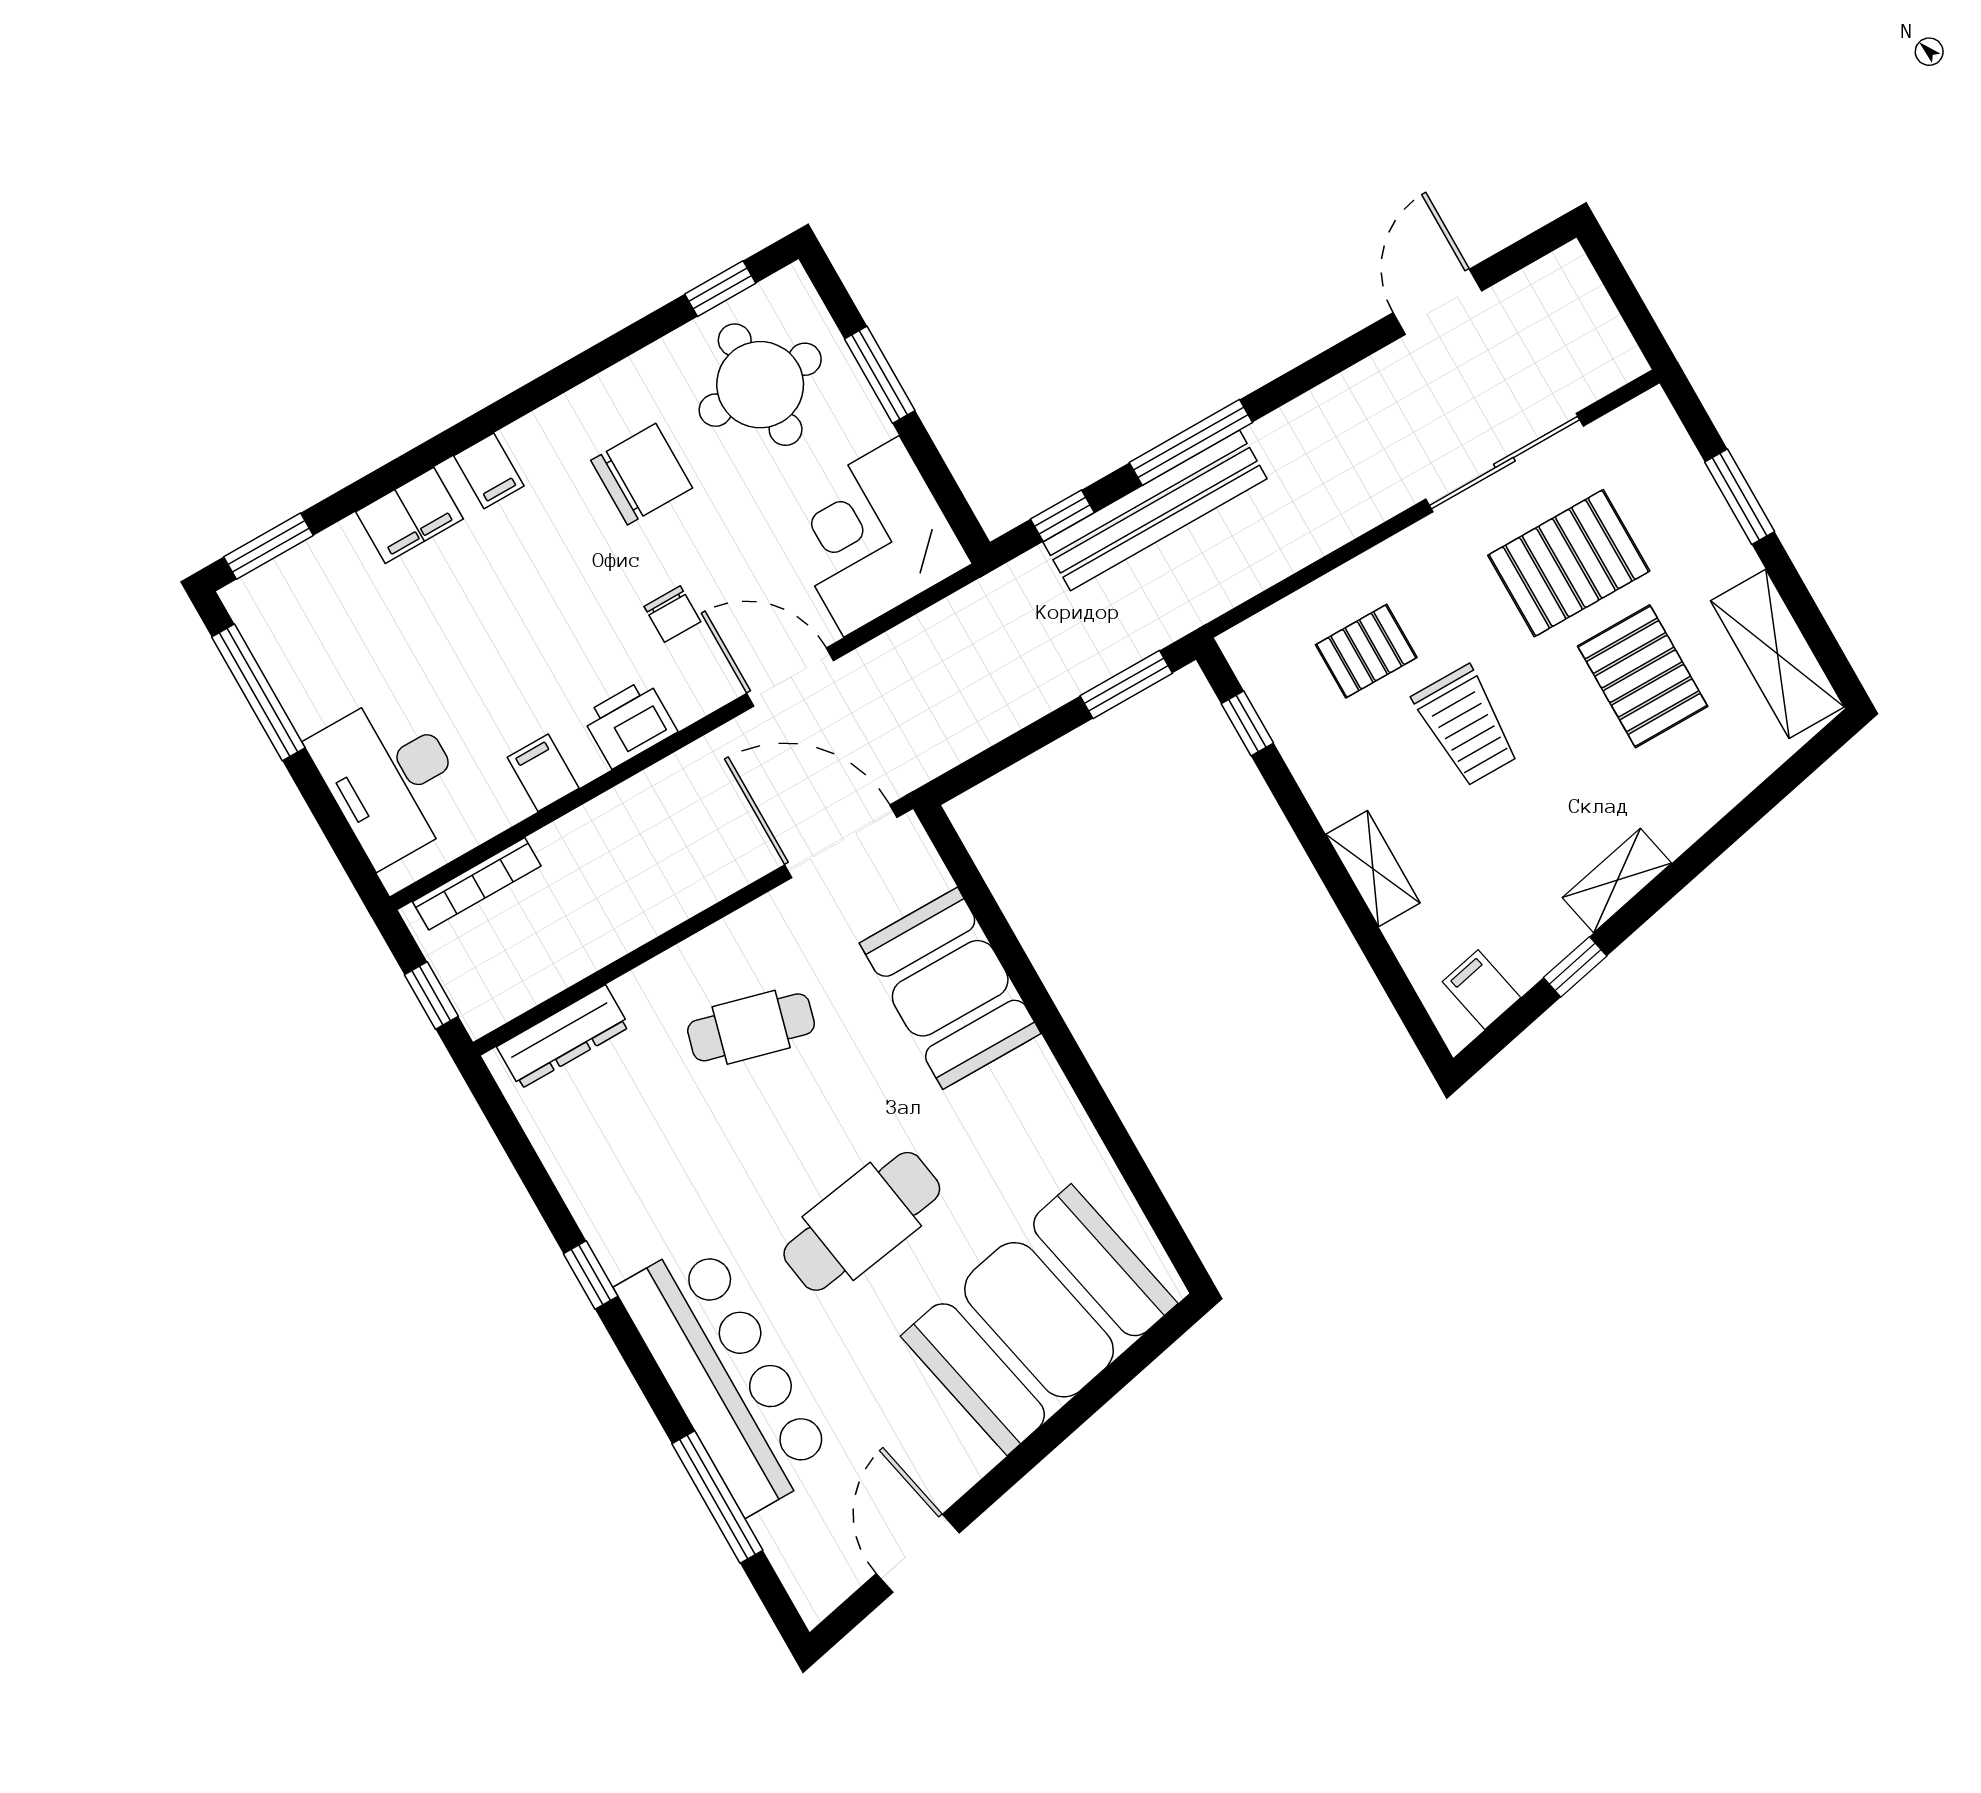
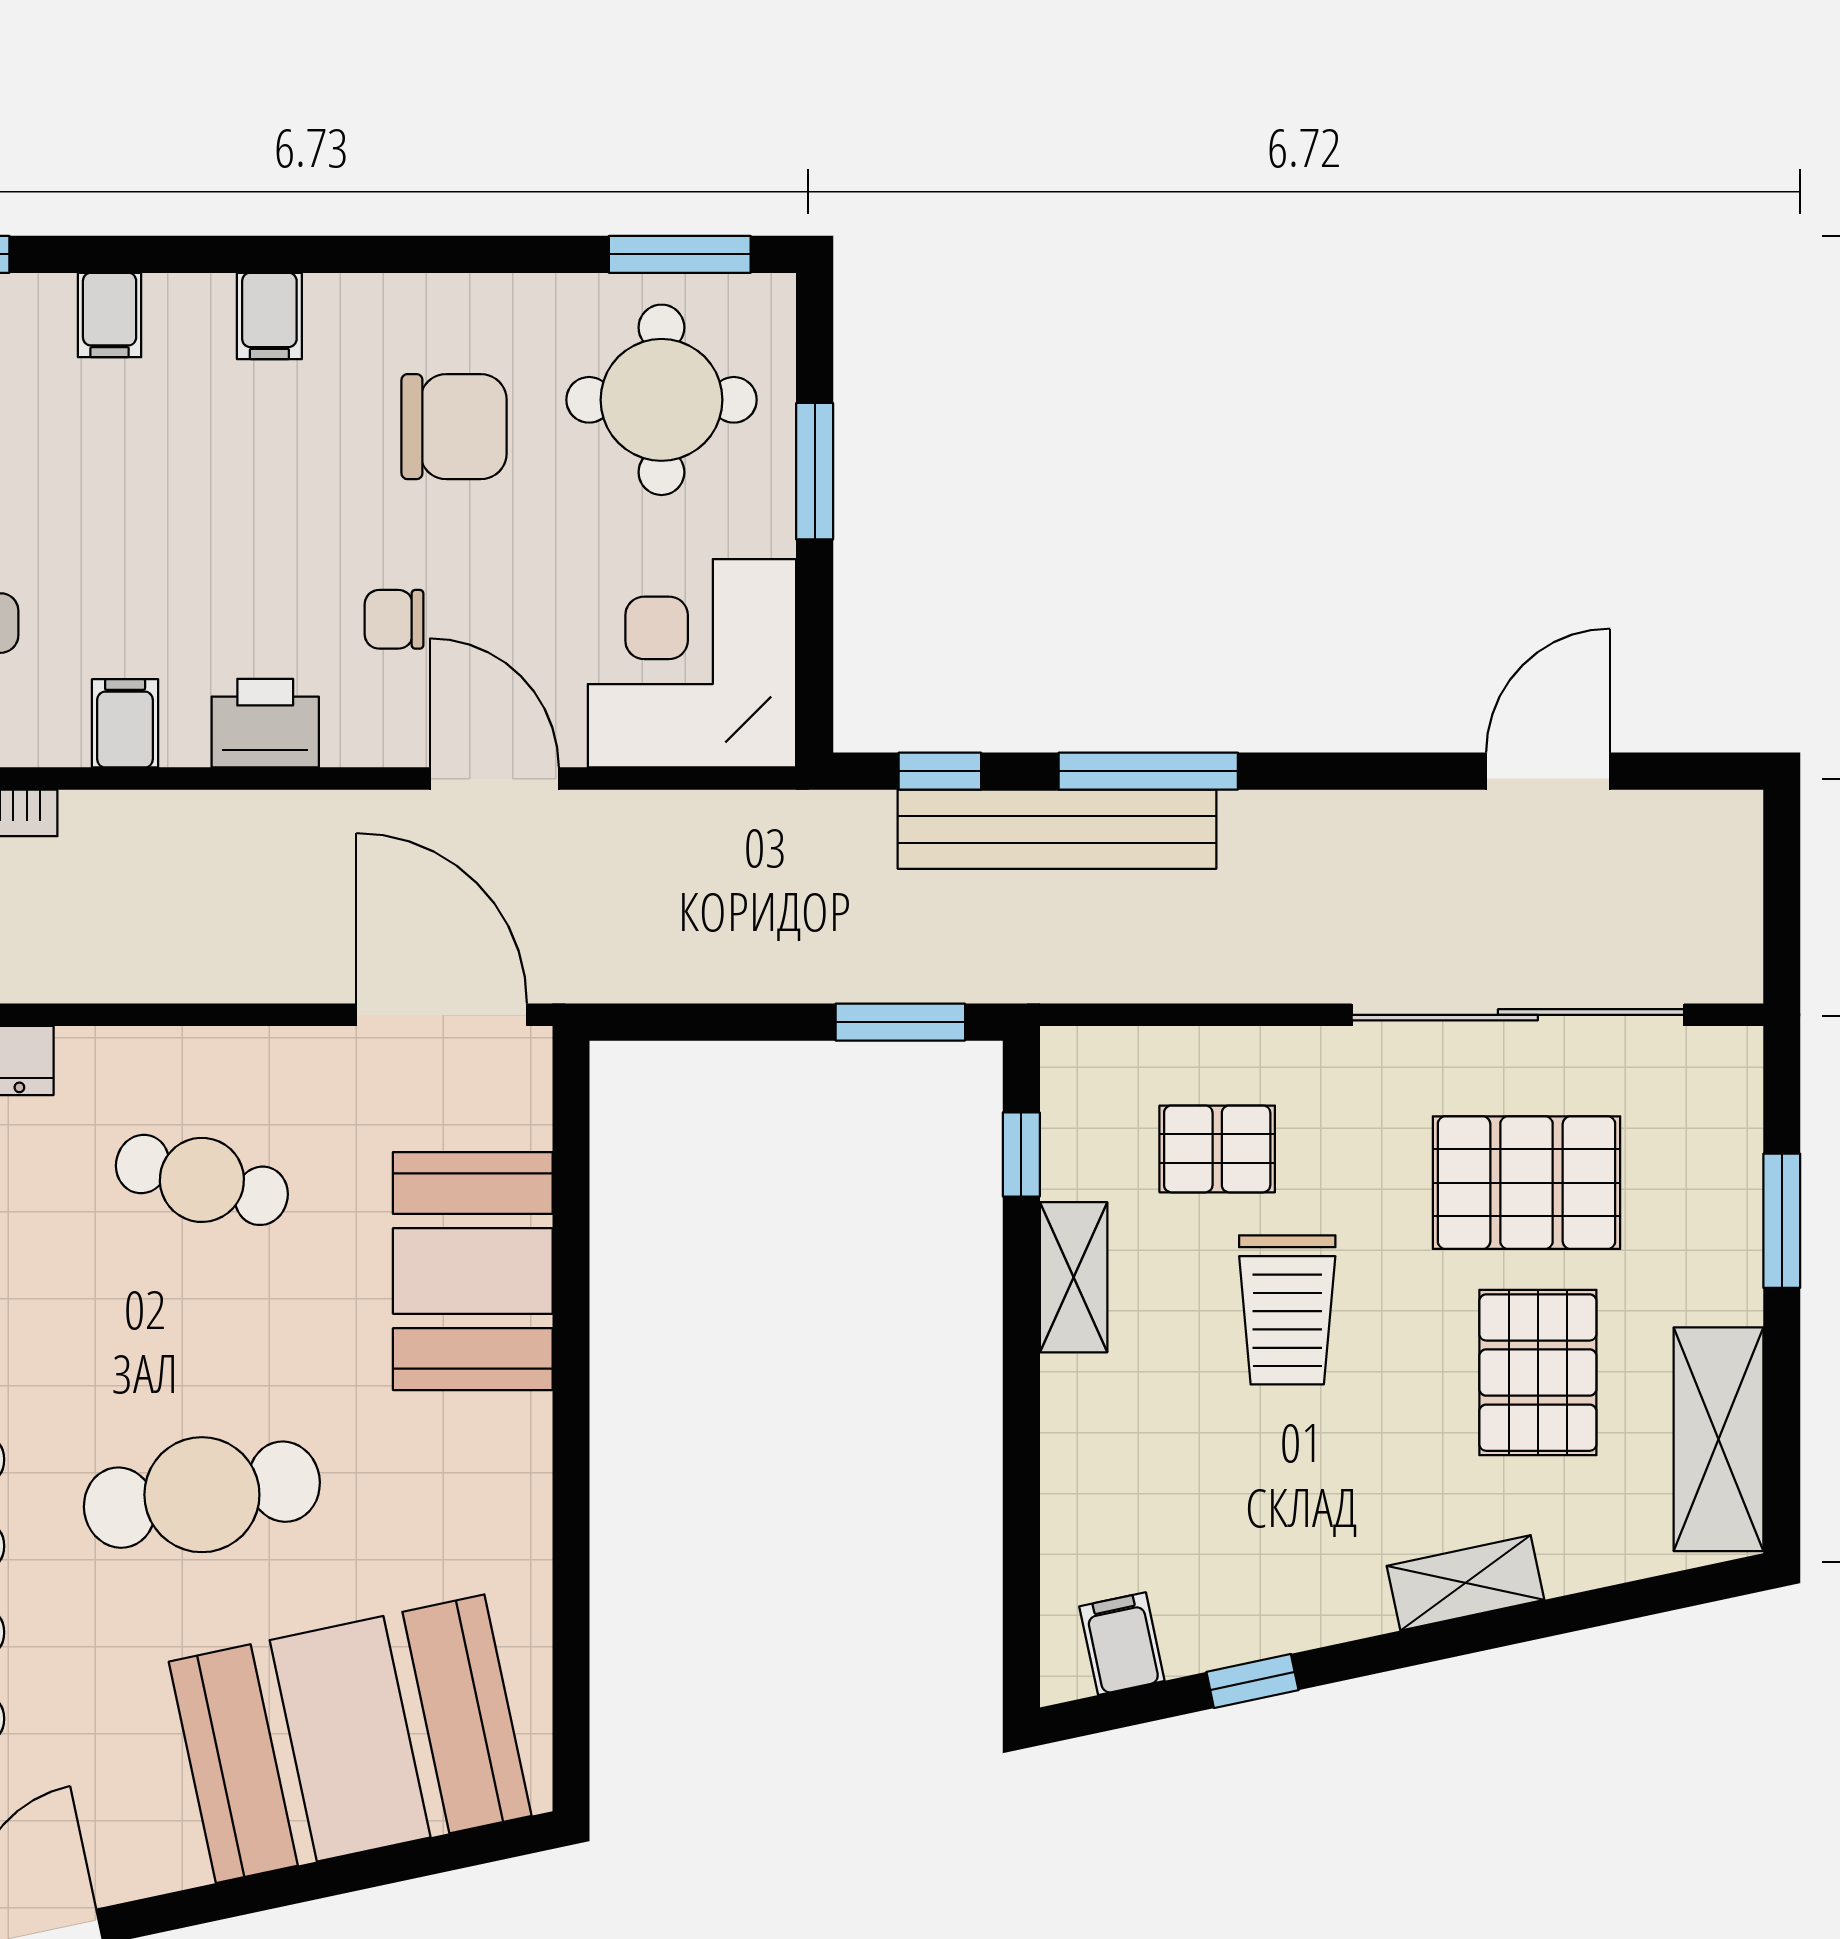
window: (720, 289) -> (680, 254), width x1.50
sliding door: (1504, 463) -> (1518, 1015), width x1.36
filing cabinet: (409, 515) -> (110, 315), width x0.50
chair: (672, 614) -> (394, 619), turned 90
shelving: (1373, 869) -> (1074, 1277), moved
shelving: (1617, 880) -> (1466, 1583), moved

